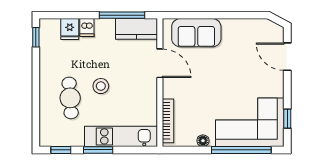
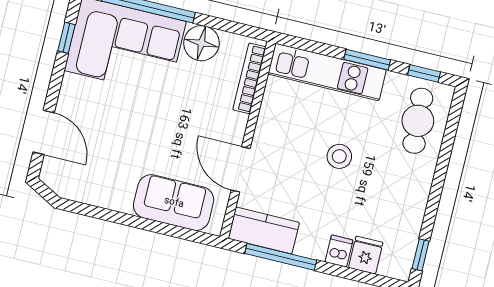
cafe table: (70, 98) -> (418, 121), moved
floor lamp: (203, 141) -> (201, 43), width x1.89, depth x1.89

